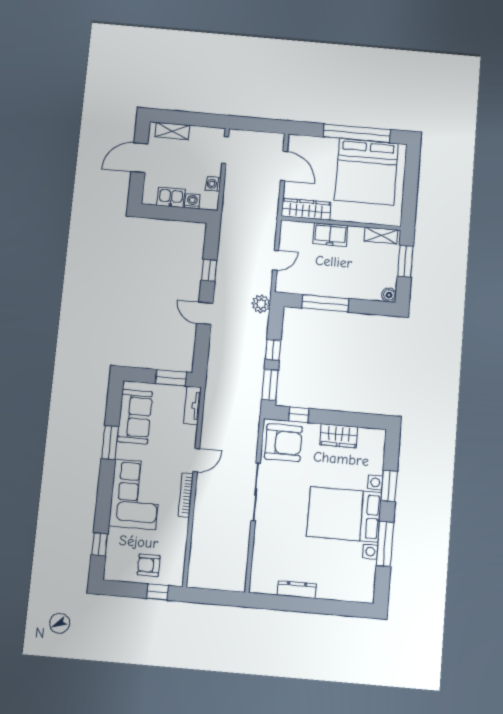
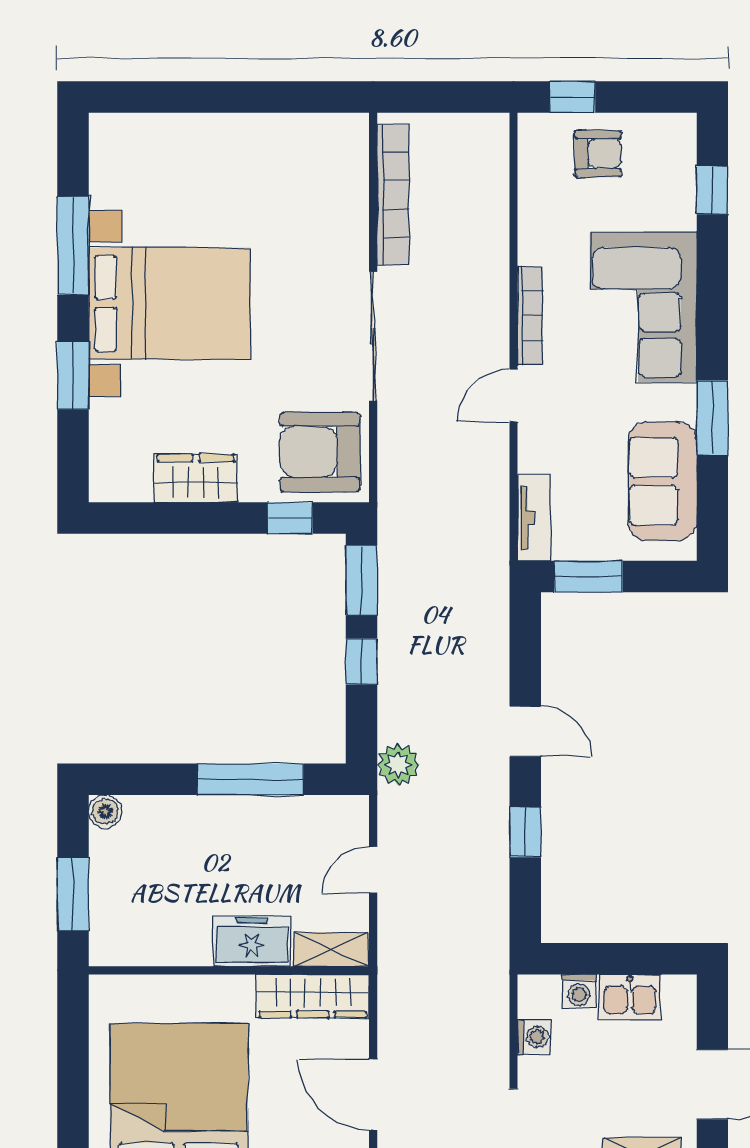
shelving: (381, 236) -> (331, 949), moved
bookcase: (241, 555) -> (393, 195), added
dresser: (297, 589) -> (263, 129), removed

